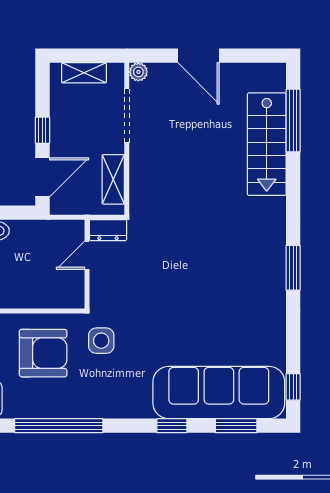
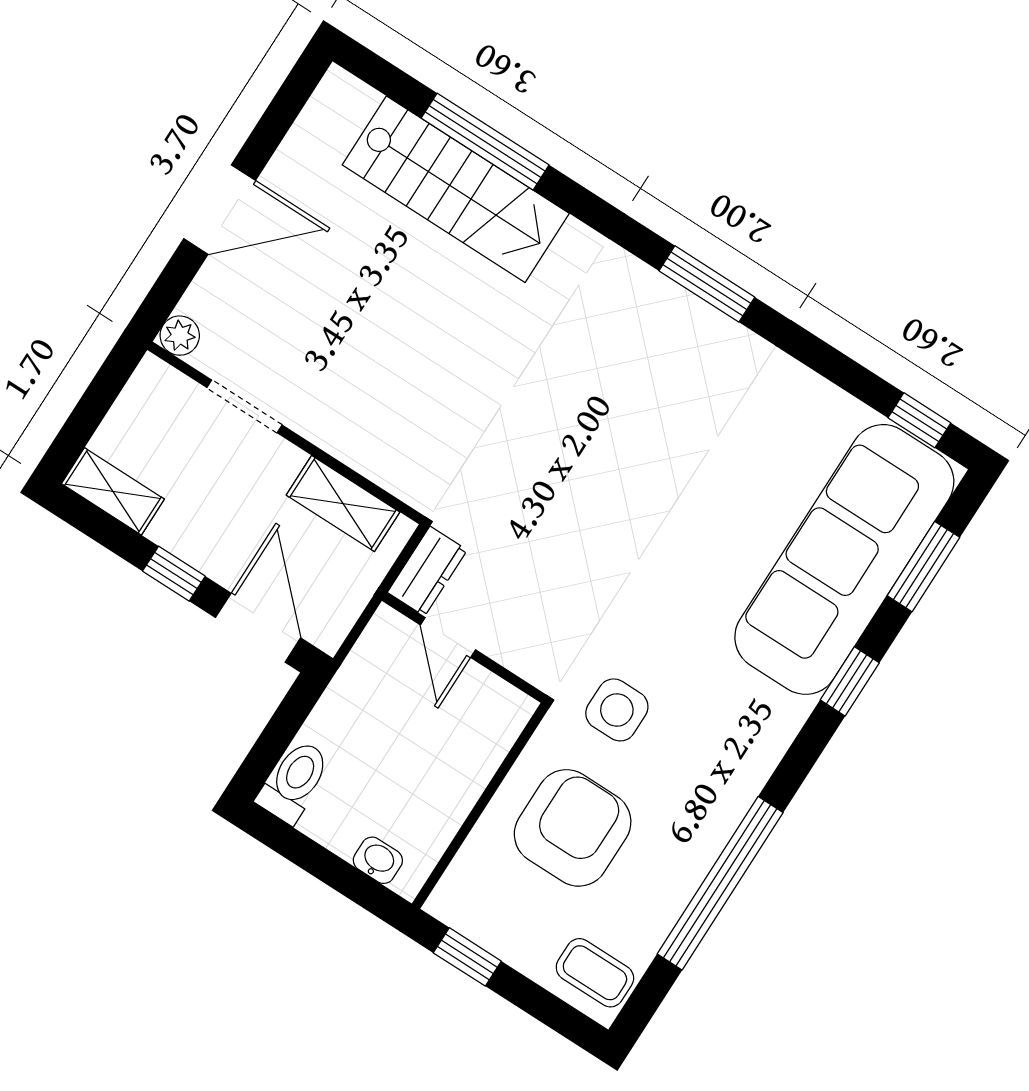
shelving: (84, 73) -> (113, 491), moved, turned 90
doorway: (127, 116) -> (244, 406), width x0.73
window: (293, 121) -> (485, 142), moved

